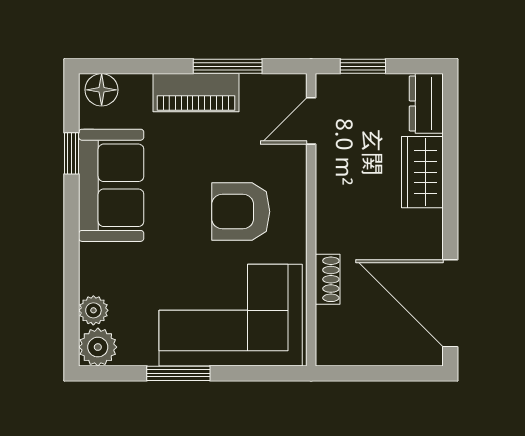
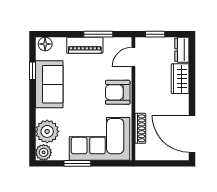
armchair: (241, 212) -> (118, 92), moved
shoe rack: (328, 279) -> (140, 128), width x1.43
plant: (93, 310) -> (47, 131), width x1.88, depth x1.88

